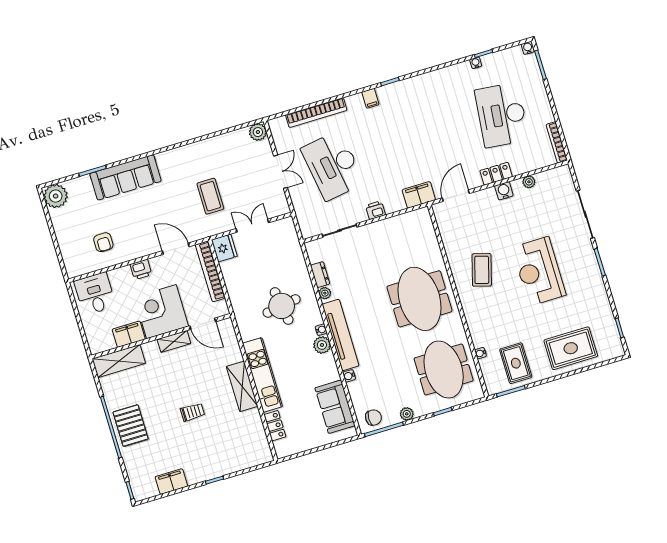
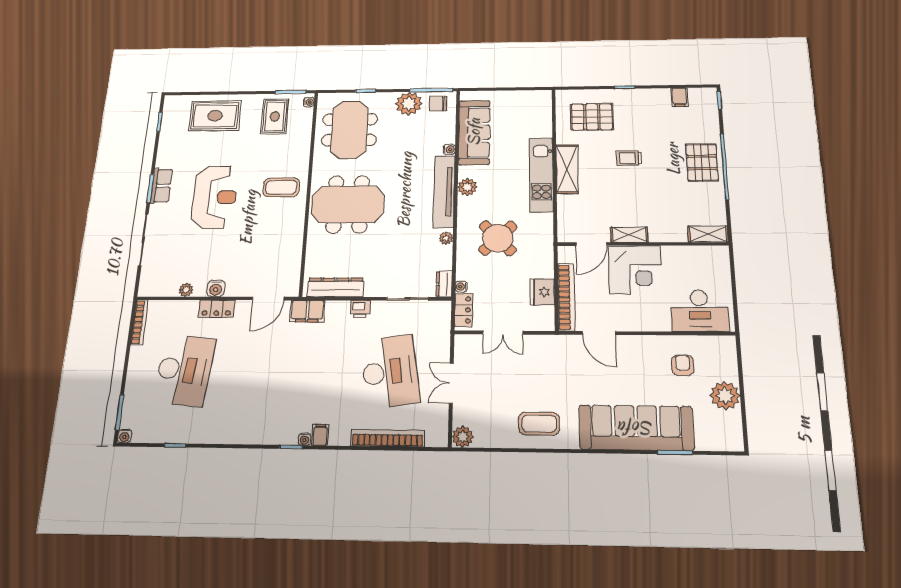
water cooler: (476, 63) -> (305, 439), moved
sofa: (125, 177) -> (636, 428), width x1.36, depth x1.27
plant: (56, 196) -> (725, 396), moved
coffee table: (210, 196) -> (539, 424), moved, turned 90
dresser: (403, 222) -> (335, 287), added
fridge: (224, 248) -> (542, 292), moved
row of seats: (591, 268) -> (161, 186), added
printer: (141, 269) -> (646, 322), removed
coffee table: (482, 270) -> (281, 187), moved, turned 74
dresser: (320, 275) -> (444, 284), moved
desk: (95, 294) -> (700, 311), width x1.37
meeting table: (420, 299) -> (348, 204), turned 90
round table: (282, 306) -> (498, 238), turned -35
door: (203, 324) -> (591, 244), swing flipped
water cooler: (321, 330) -> (461, 287), moved
filing cabinet: (129, 334) -> (679, 256), removed
water cooler: (480, 353) -> (309, 102), moved
shelving: (119, 361) -> (708, 234), width x0.67, depth x0.75
sofa: (335, 407) -> (474, 132), width x1.36
plant: (407, 414) -> (409, 104), width x1.87, depth x1.87
locker: (275, 426) -> (464, 310), moved, turned 180
pallet: (235, 443) -> (592, 117), added
filing cabinet: (171, 482) -> (679, 97), width x0.50

